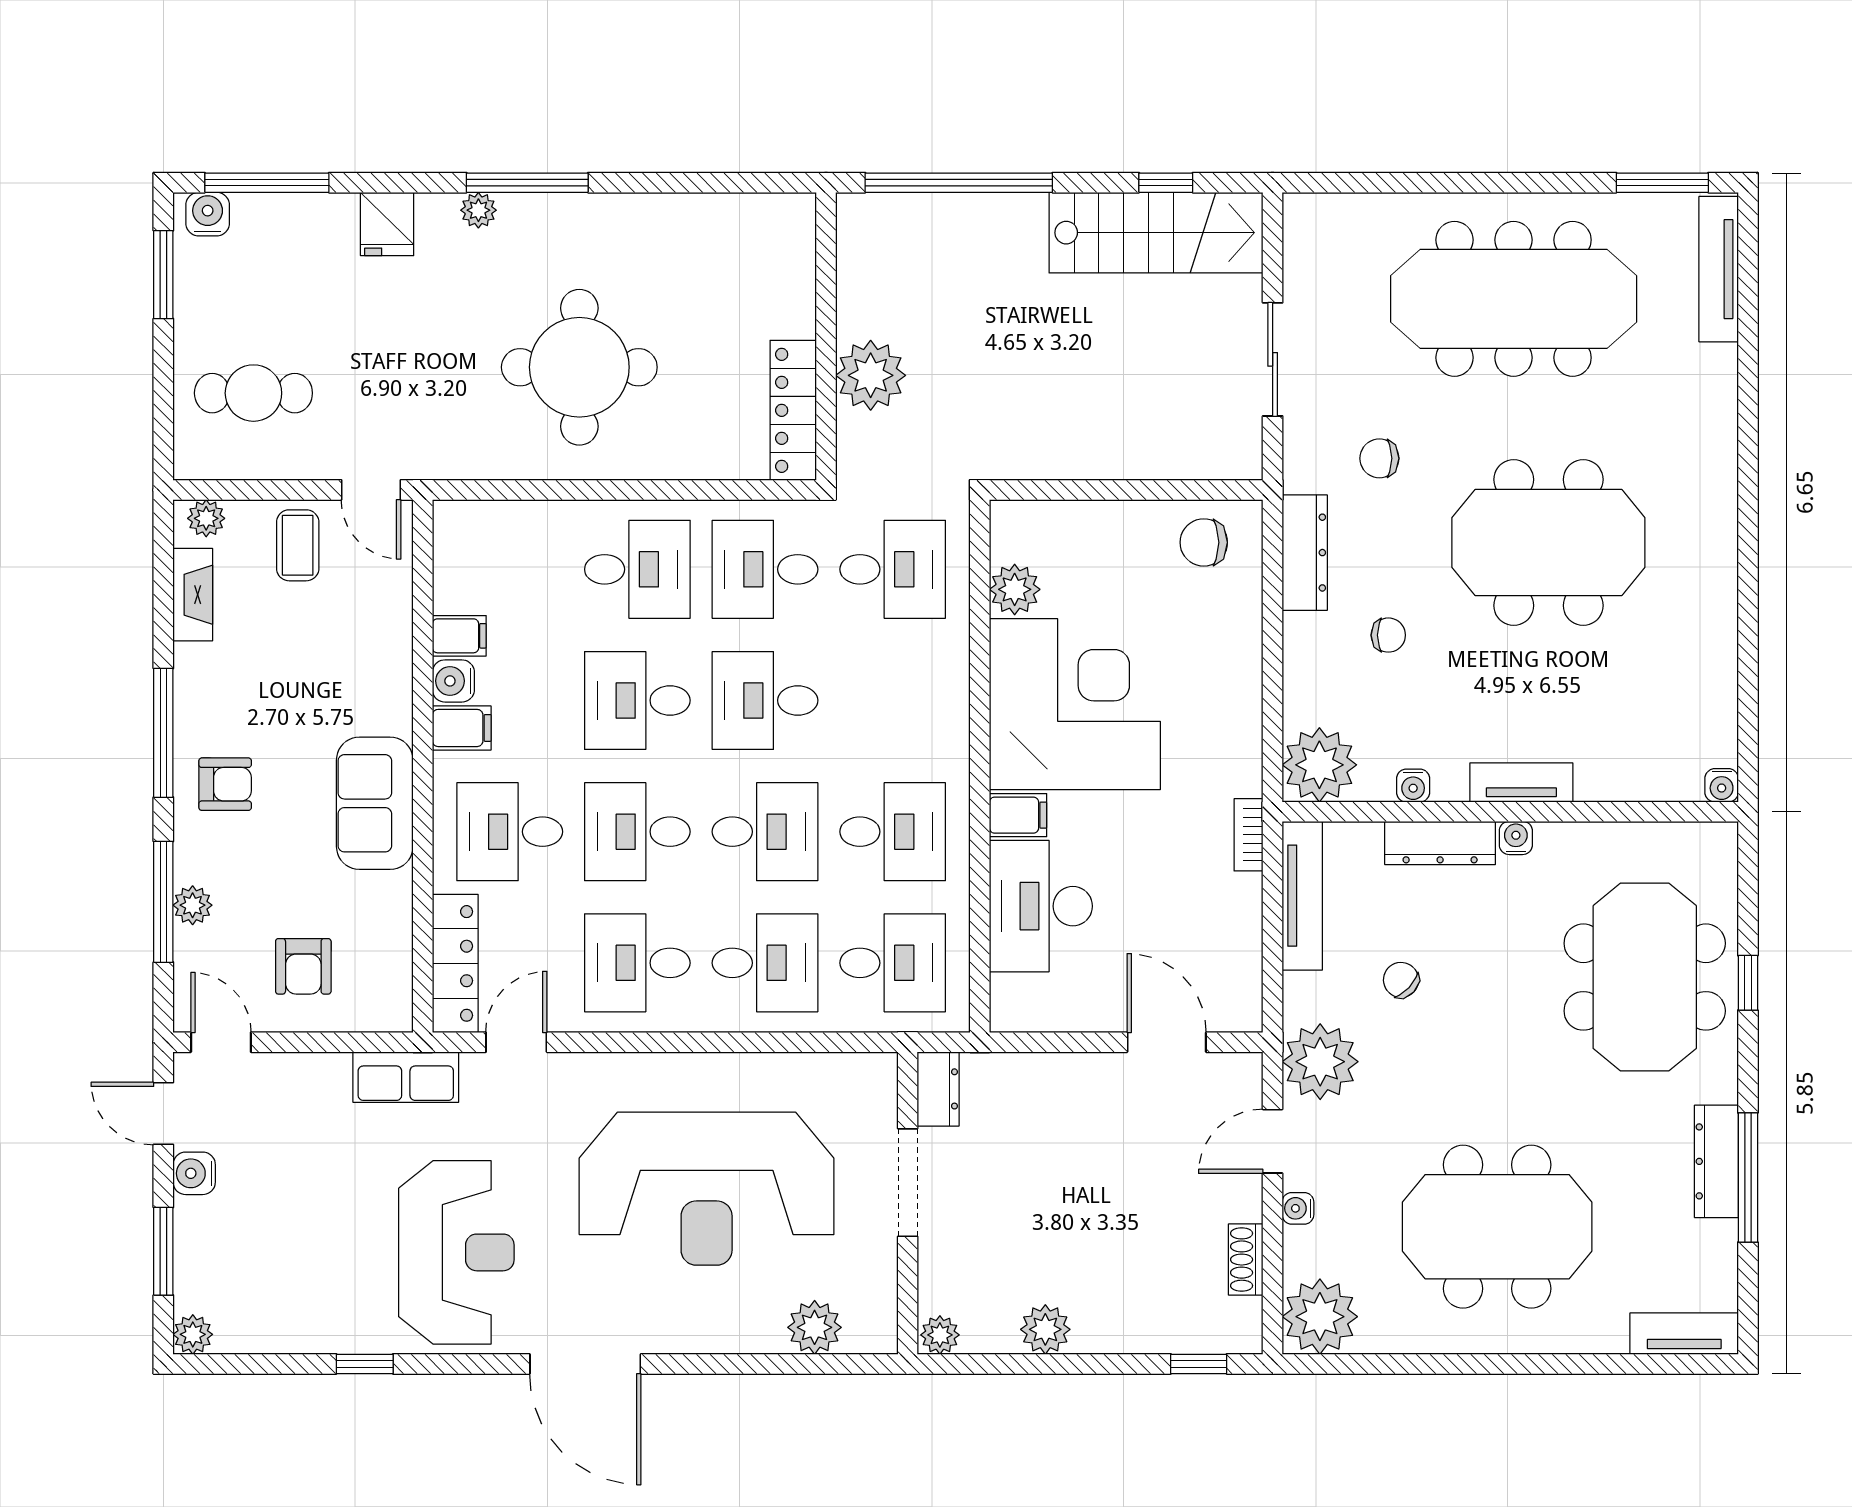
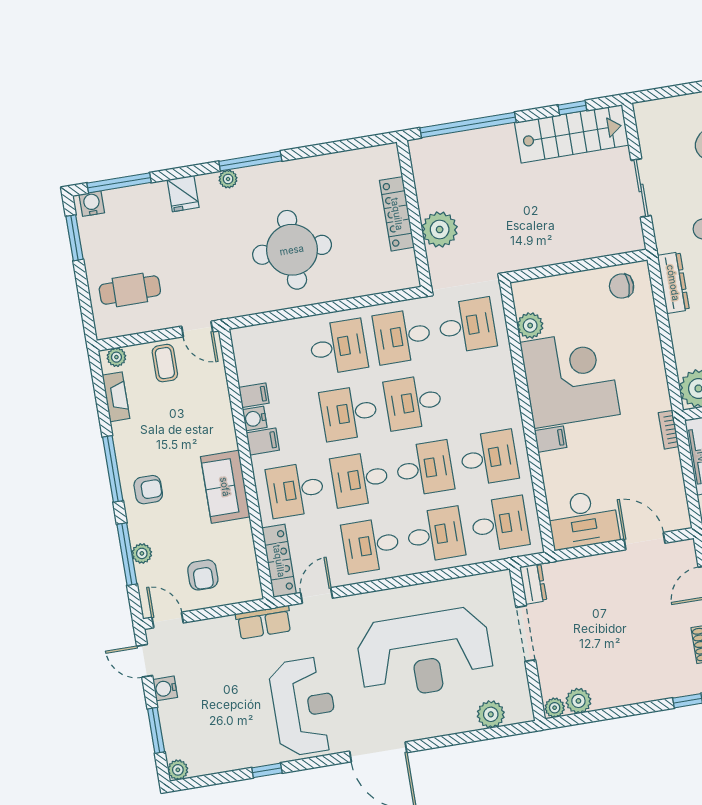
locker: (793, 410) -> (397, 214), moved
desk: (1041, 906) -> (583, 520), moved, turned -90
plant: (1045, 1329) -> (578, 701), moved

